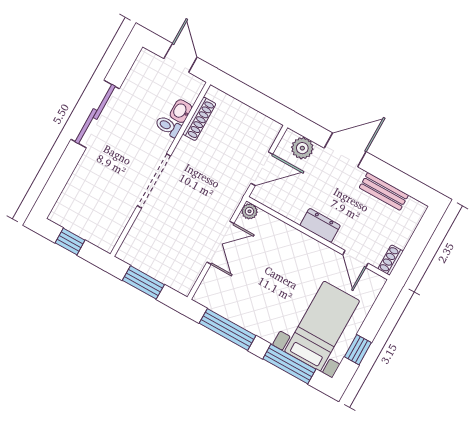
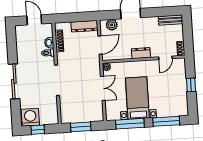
sliding door: (95, 114) -> (14, 81), moved
dresser: (256, 121) -> (84, 26), added
bench: (384, 191) -> (170, 20), moved
washing machine: (71, 213) -> (30, 117), added
door: (355, 259) -> (165, 58), hinge flipped
bed with nightstands: (322, 326) -> (137, 98), moved
window: (358, 350) -> (191, 85), moved

